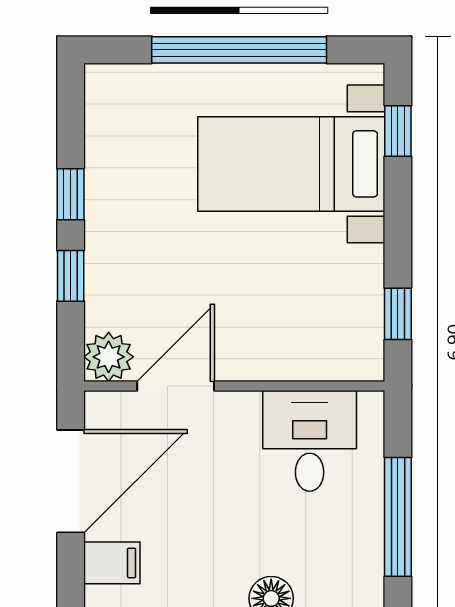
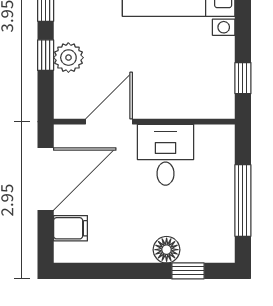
plant: (109, 357) -> (68, 58), moved
desk: (310, 441) -> (165, 155), moved

